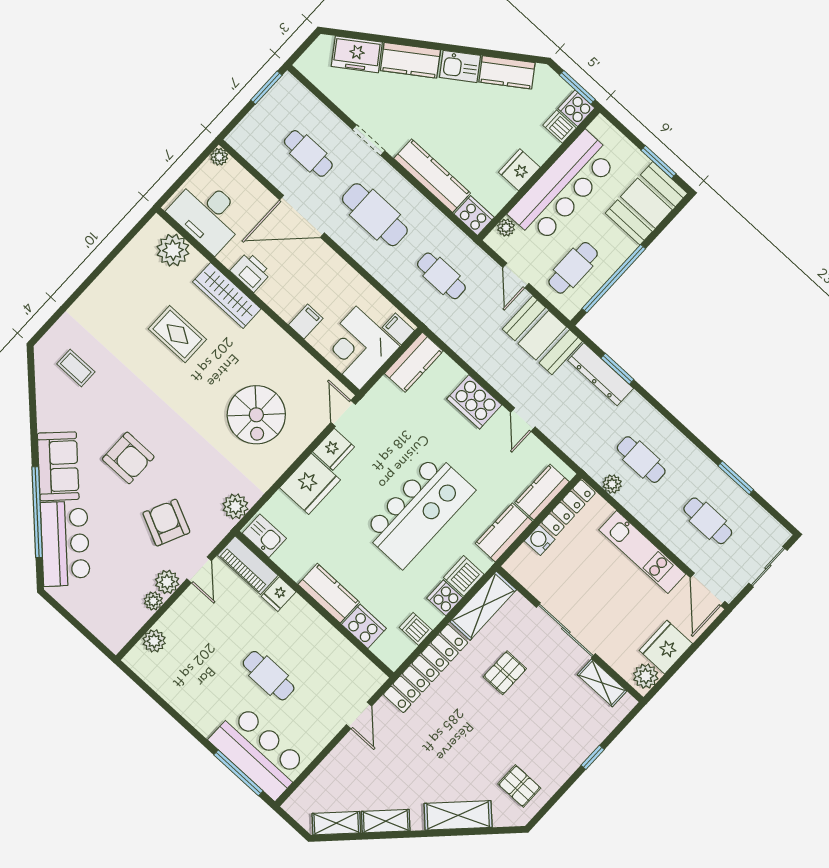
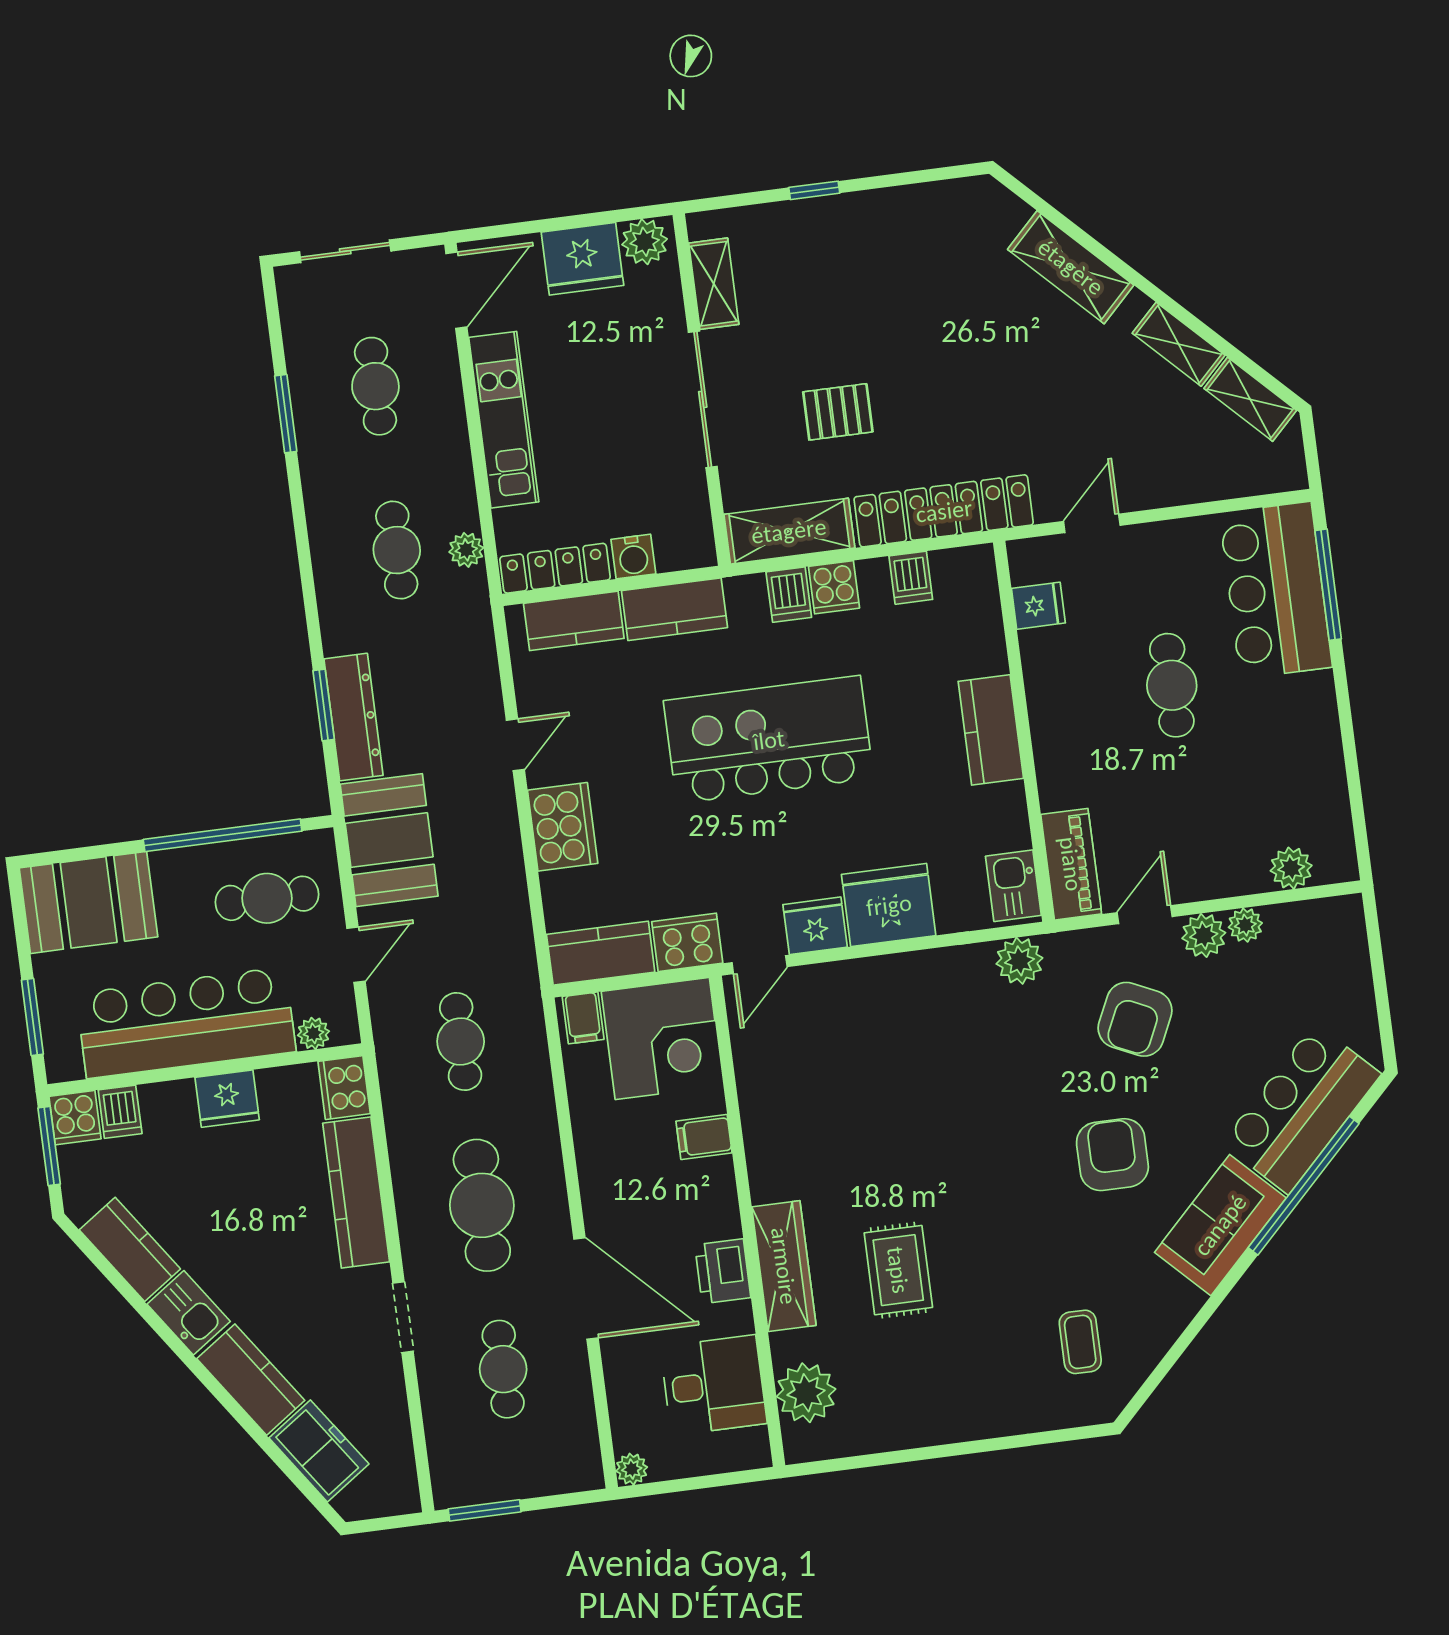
window: (659, 162) -> (32, 1017), moved
desk: (208, 215) -> (714, 1385), width x0.73
spiral stairs: (256, 415) -> (883, 1065), removed
dishwasher: (464, 576) -> (789, 595), width x0.73
fridge: (279, 594) -> (1038, 606), moved
cooker: (364, 626) -> (687, 942), moved, turned 90
pallet: (519, 786) -> (950, 236), removed

